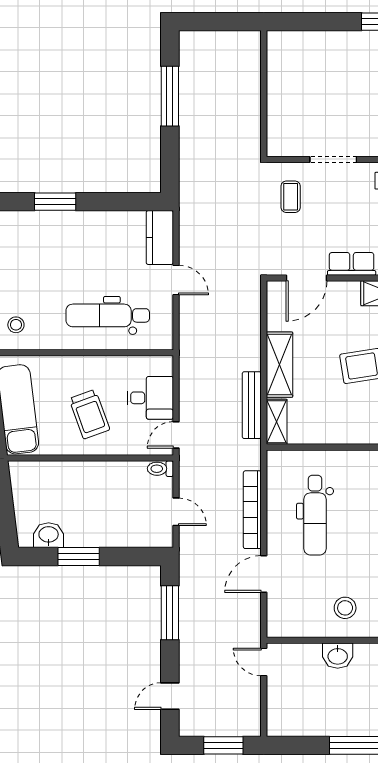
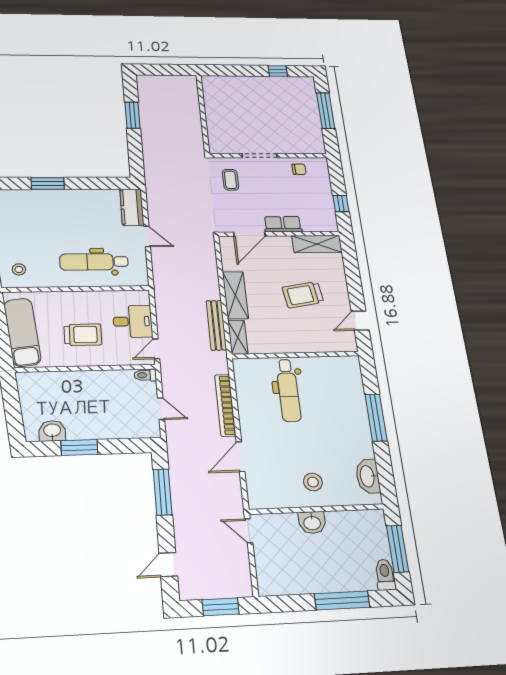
window: (170, 96) -> (133, 115), width x0.69
trolley: (89, 414) -> (83, 335), turned -70
dental chair: (315, 515) -> (288, 390), moved

